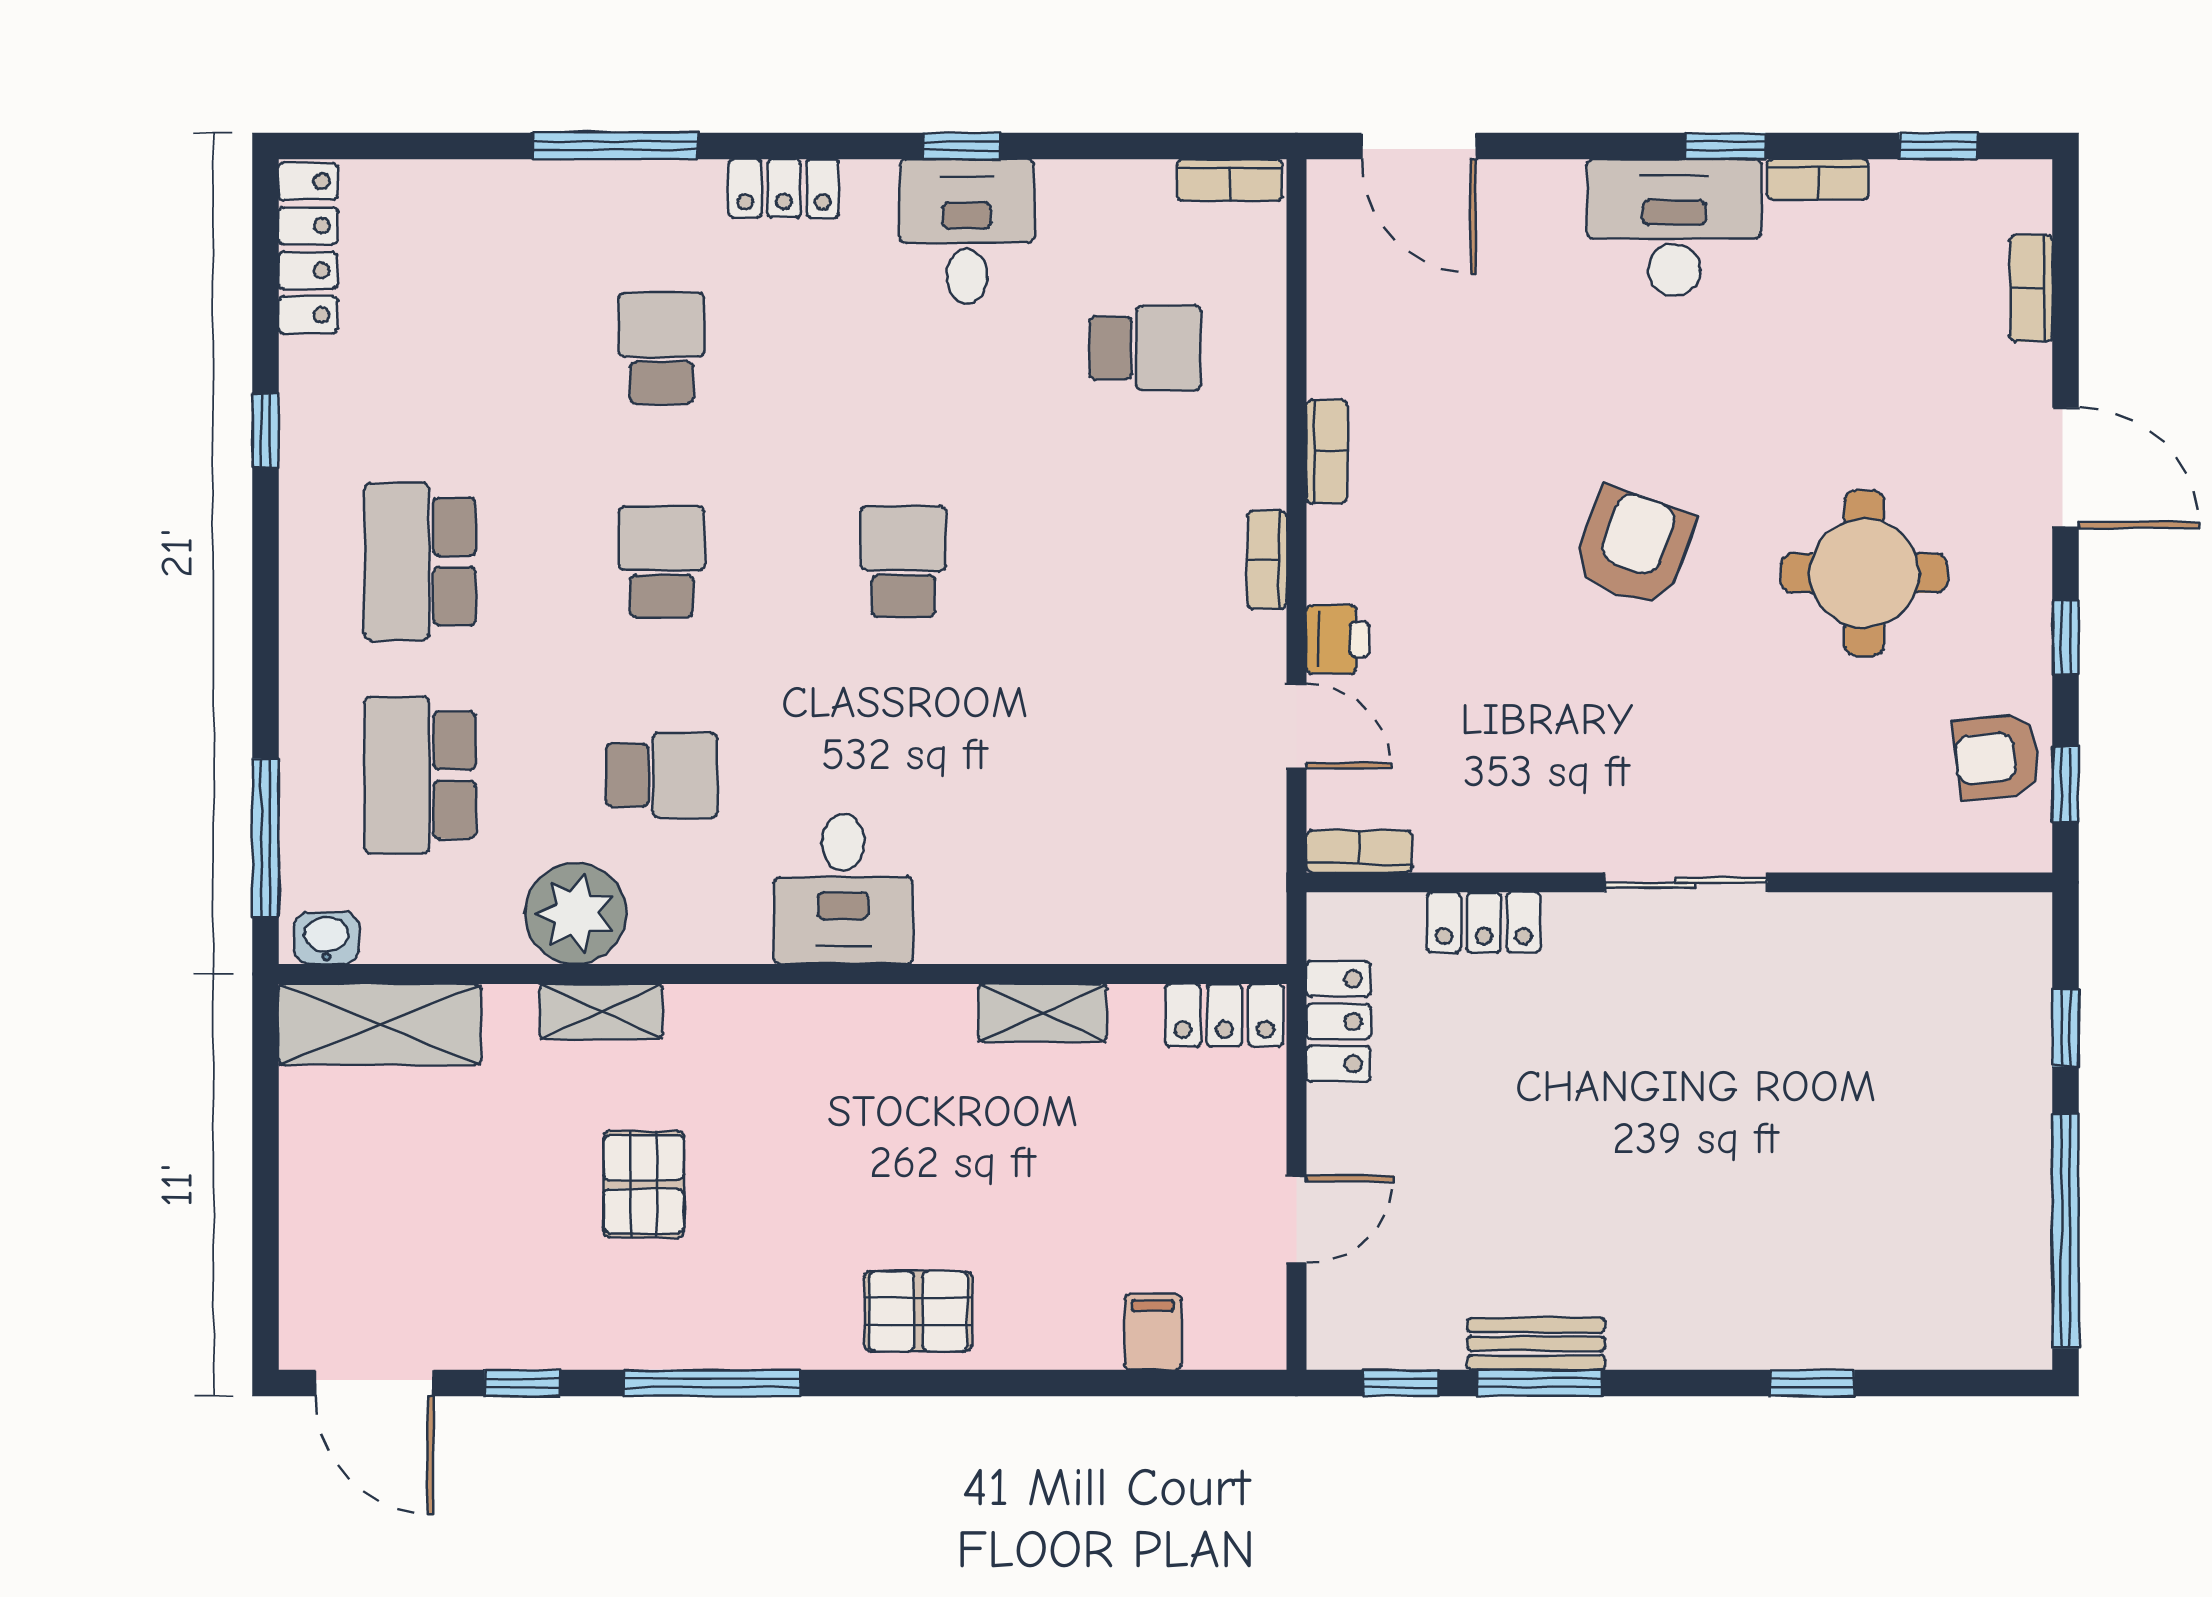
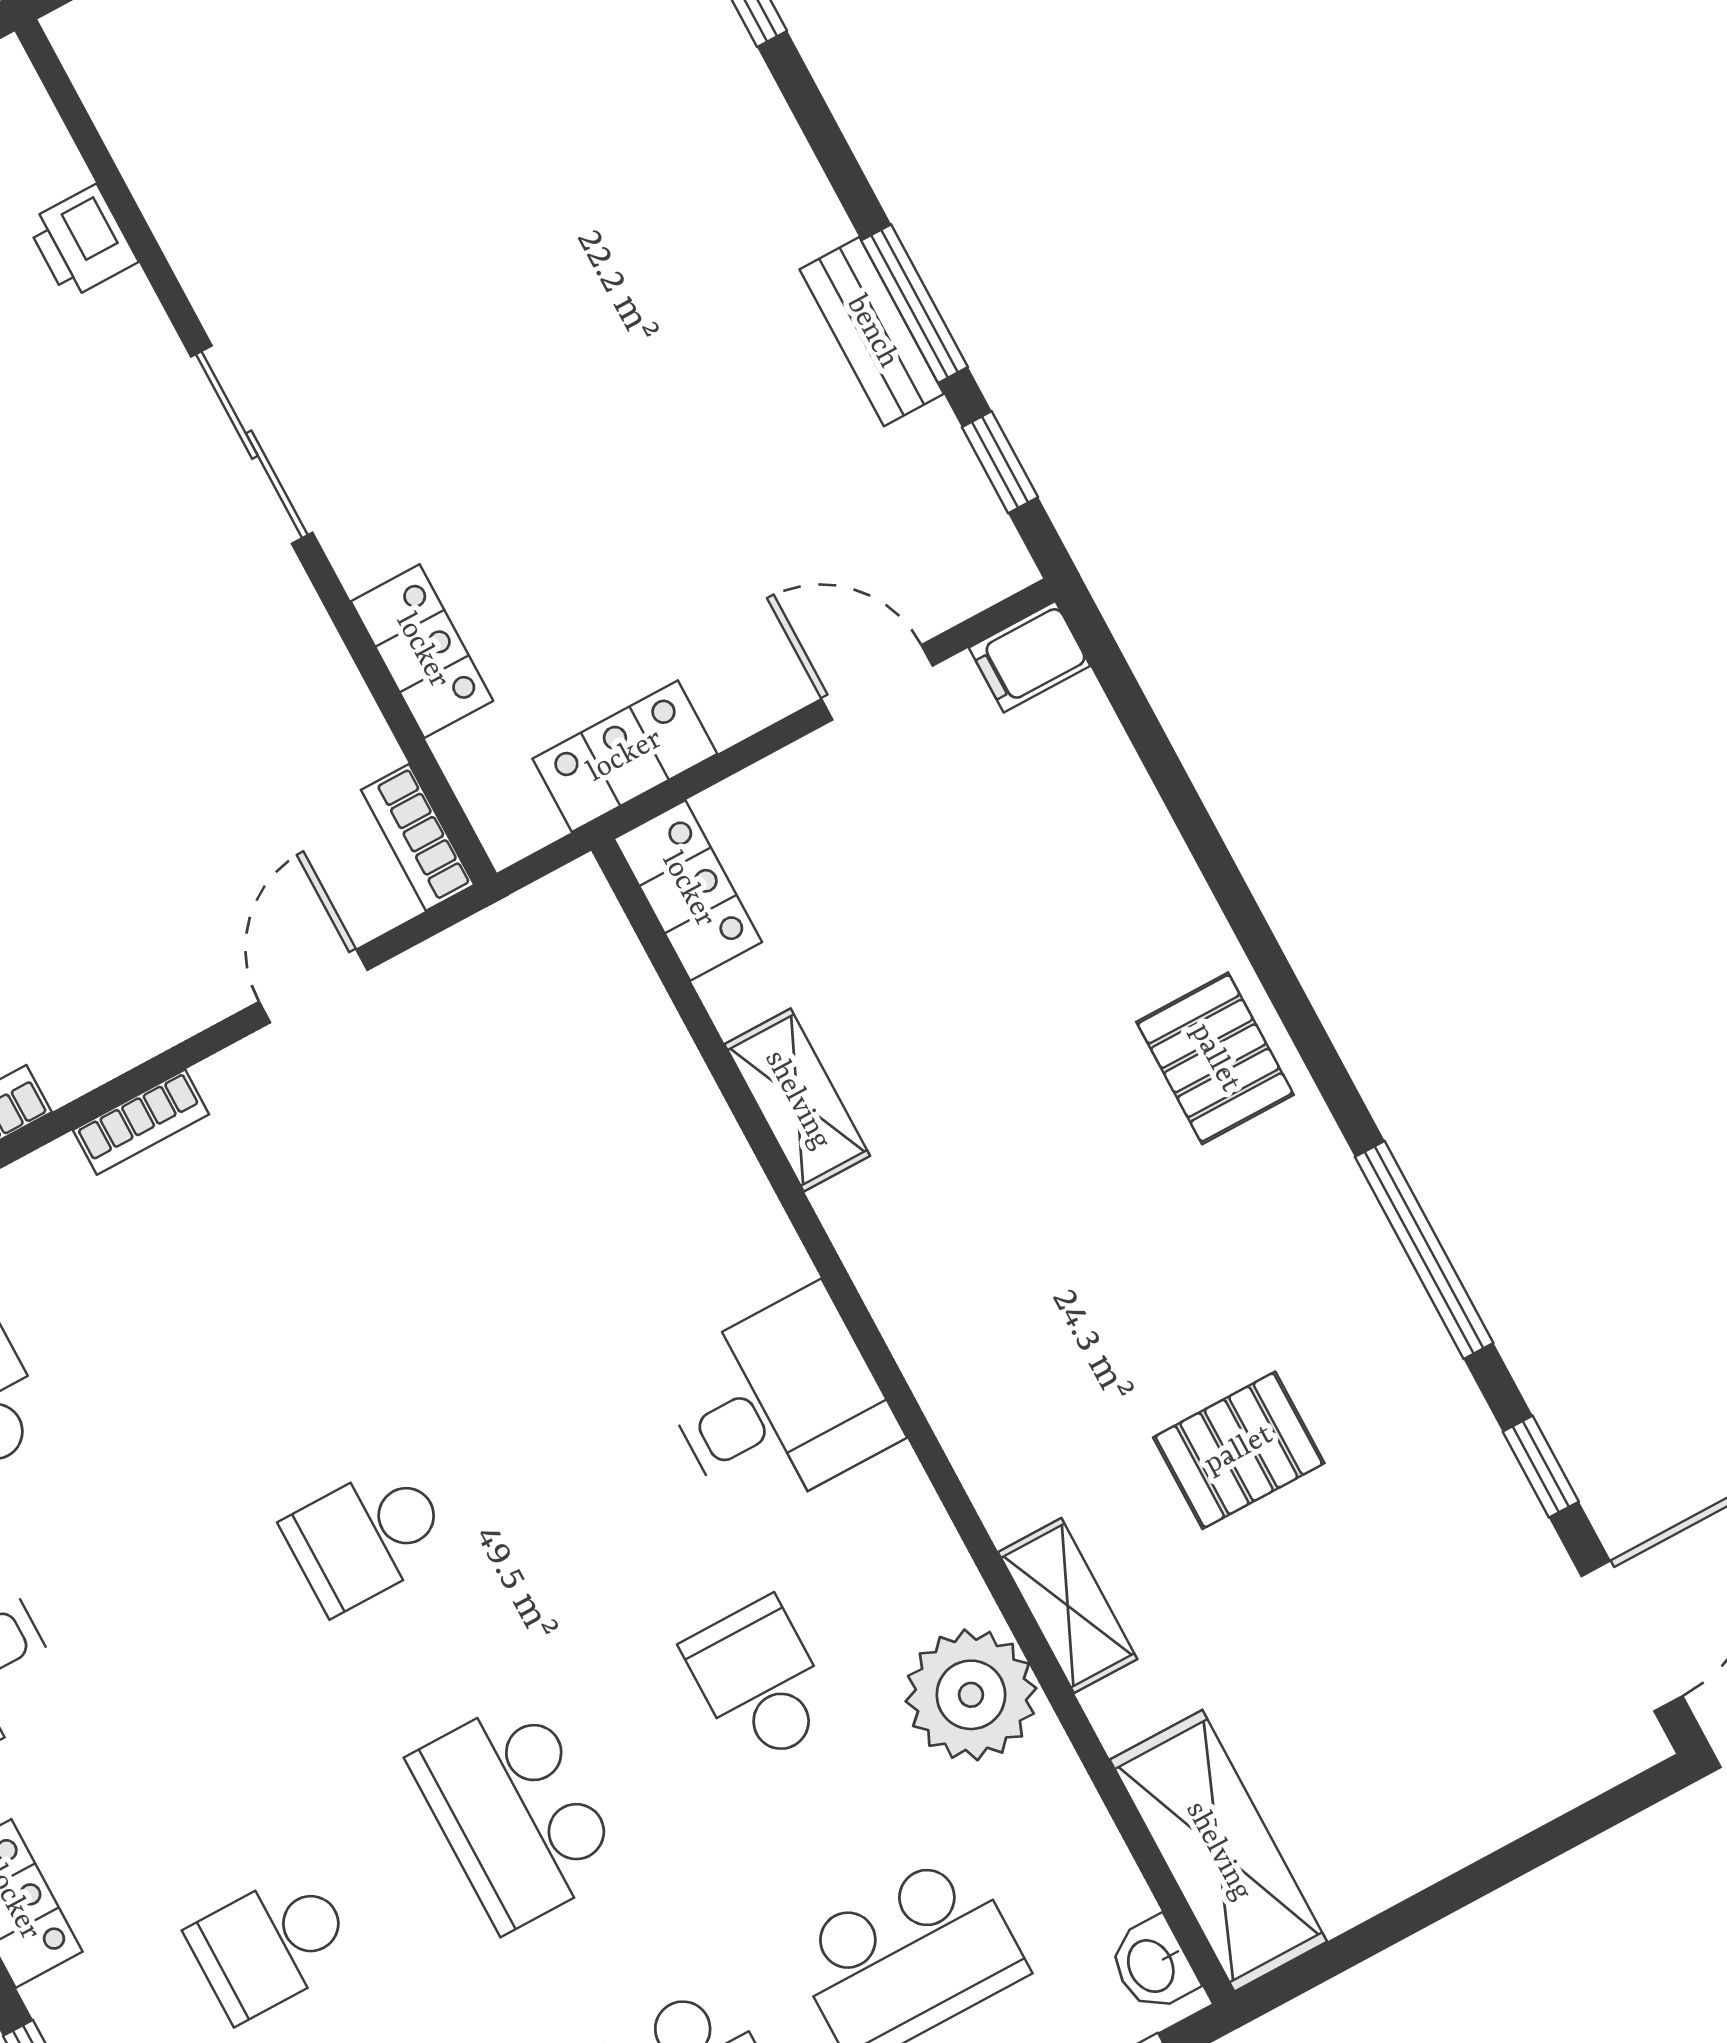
school desk: (662, 562) -> (516, 1813), width x1.85
printer: (1338, 640) -> (82, 242), moved, turned -90
filing cabinet: (1153, 1332) -> (1029, 657), moved

